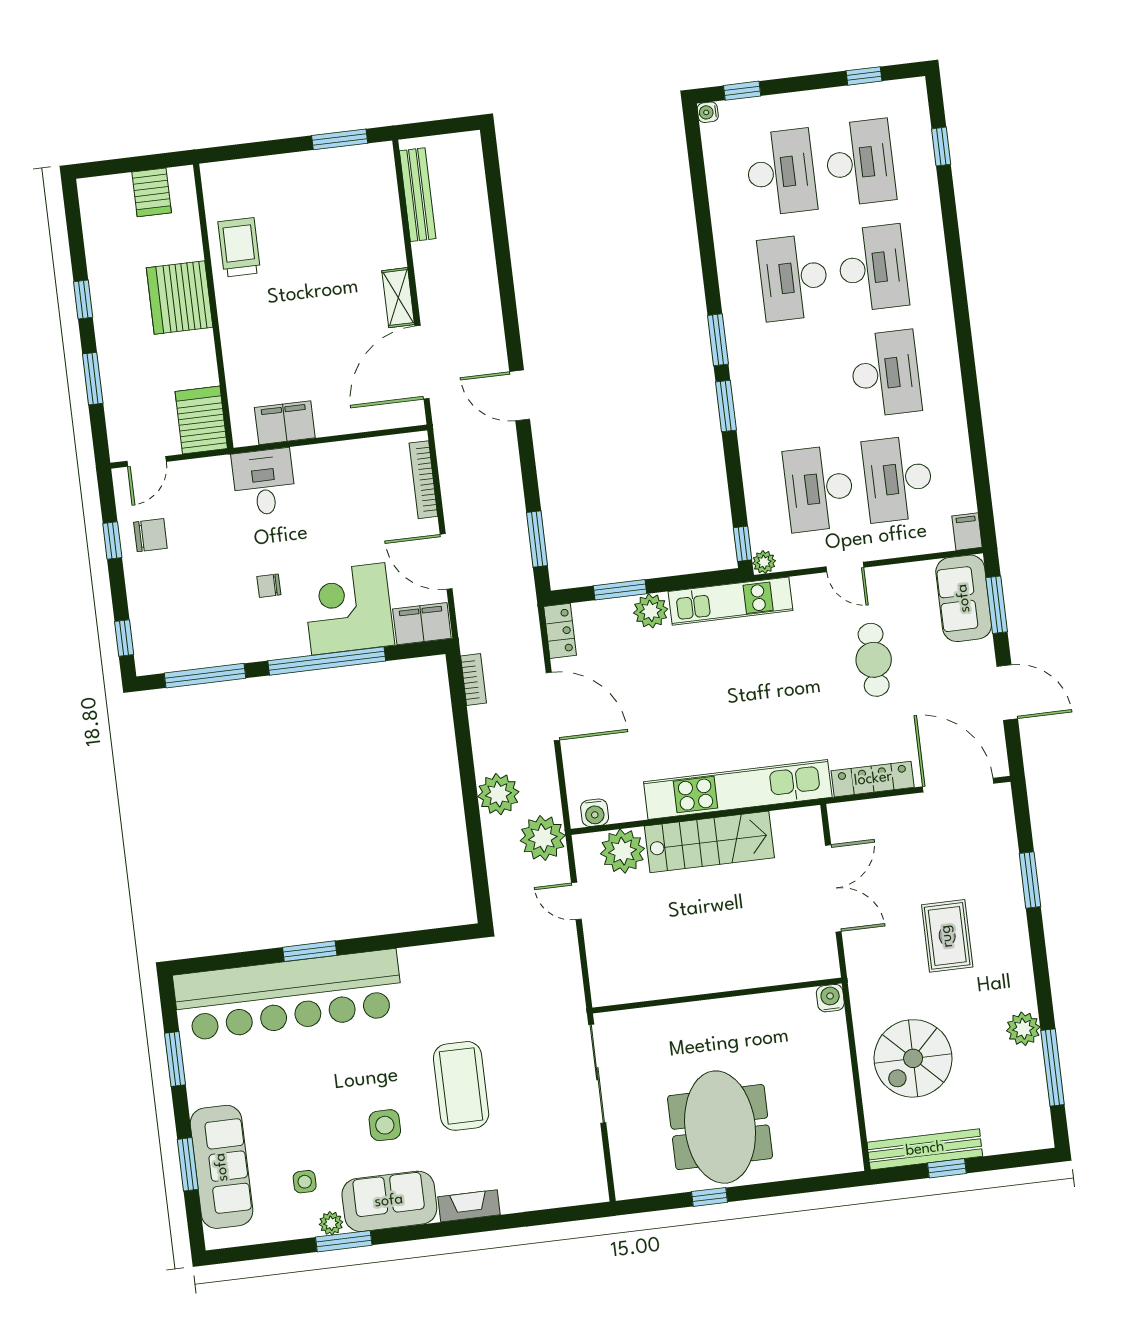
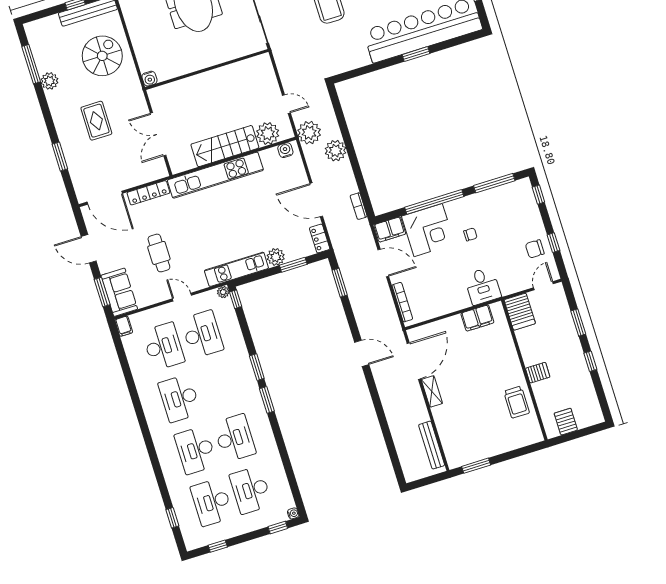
server rack: (180, 297) -> (538, 373), width x0.46, depth x0.70

